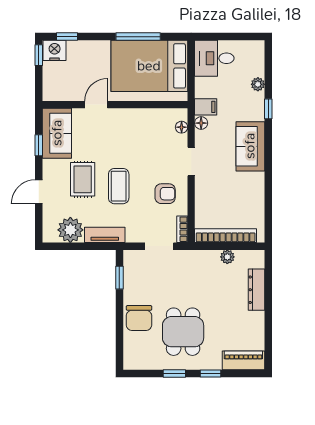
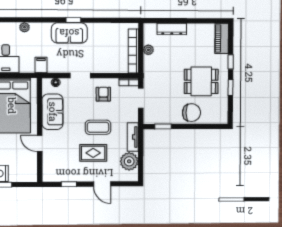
window: (268, 109) -> (73, 20), moved
floor lamp: (201, 123) -> (53, 68), removed
sofa: (57, 133) -> (53, 112), moved, turned 90

